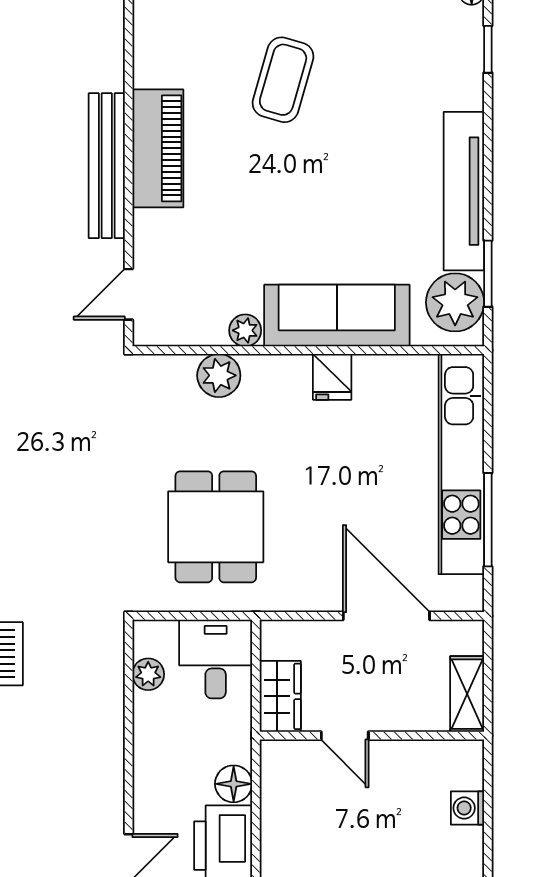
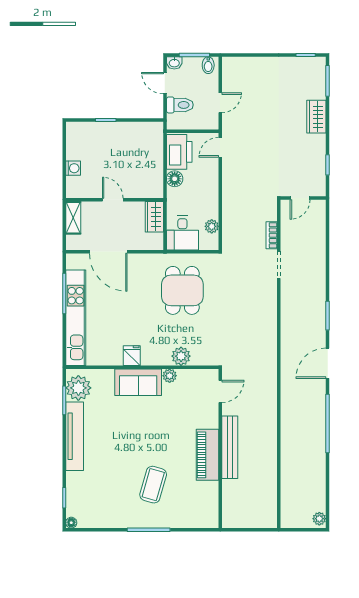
sofa: (337, 316) -> (138, 382), width x0.73
door: (345, 736) -> (113, 200), moved

